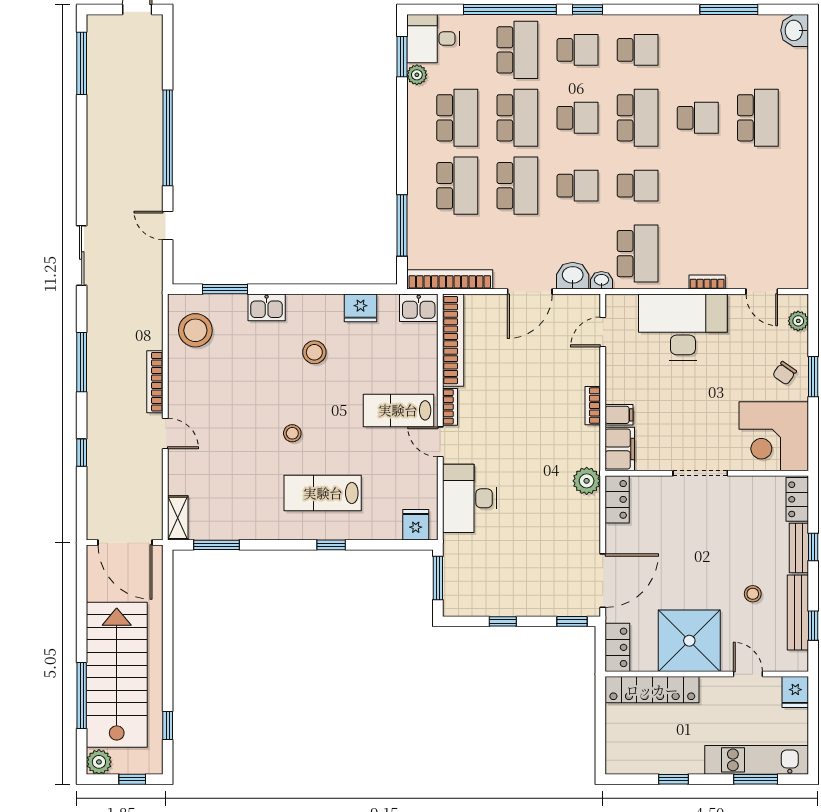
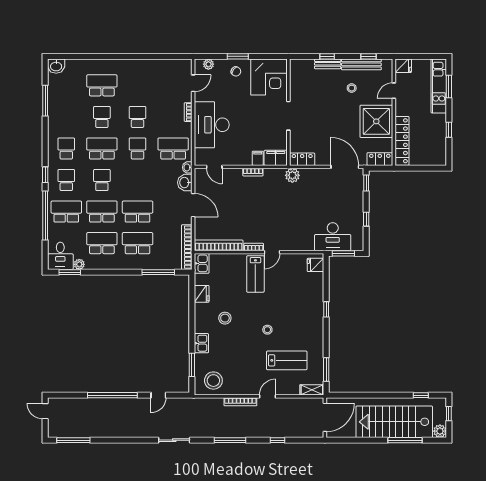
school desk: (578, 186) -> (138, 117), moved
lab bench: (323, 493) -> (287, 360), moved, turned -90
desk: (470, 498) -> (333, 237), moved
locker: (797, 499) -> (302, 65), removed

